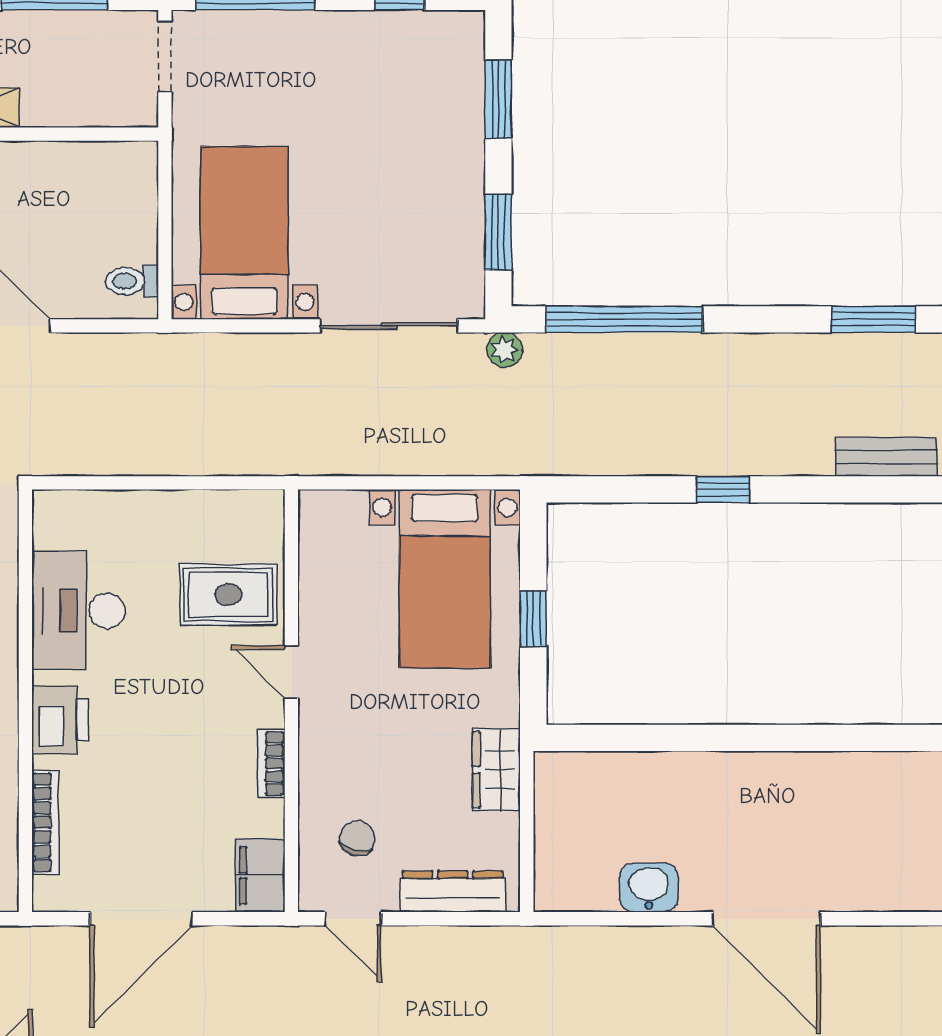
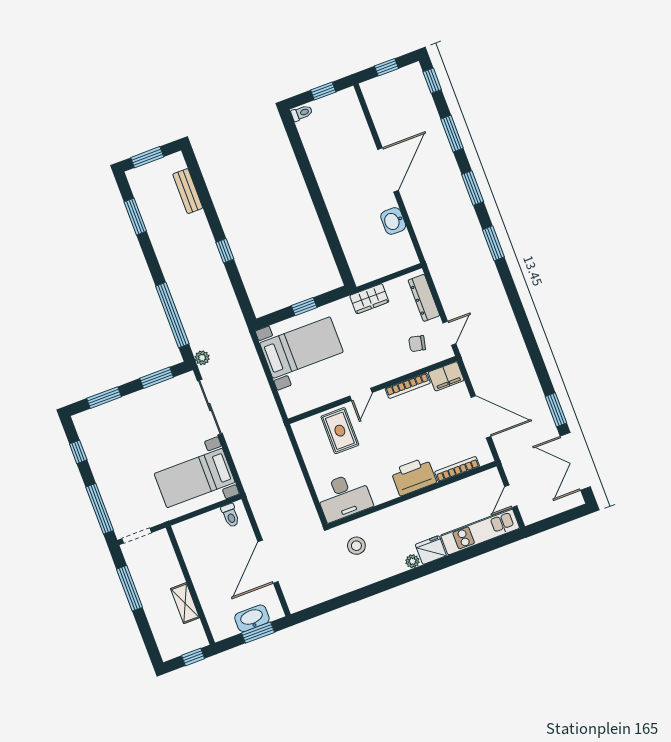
desk: (78, 611) -> (344, 497), moved
printer: (60, 720) -> (414, 476), width x1.37, depth x1.19
bookcase: (271, 763) -> (408, 386), width x1.56

